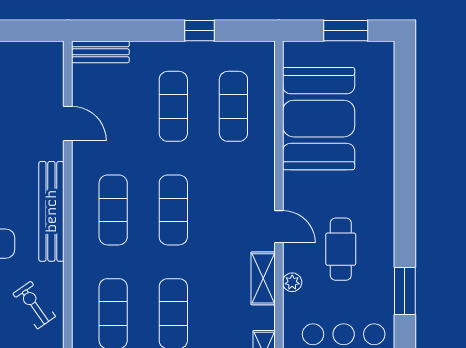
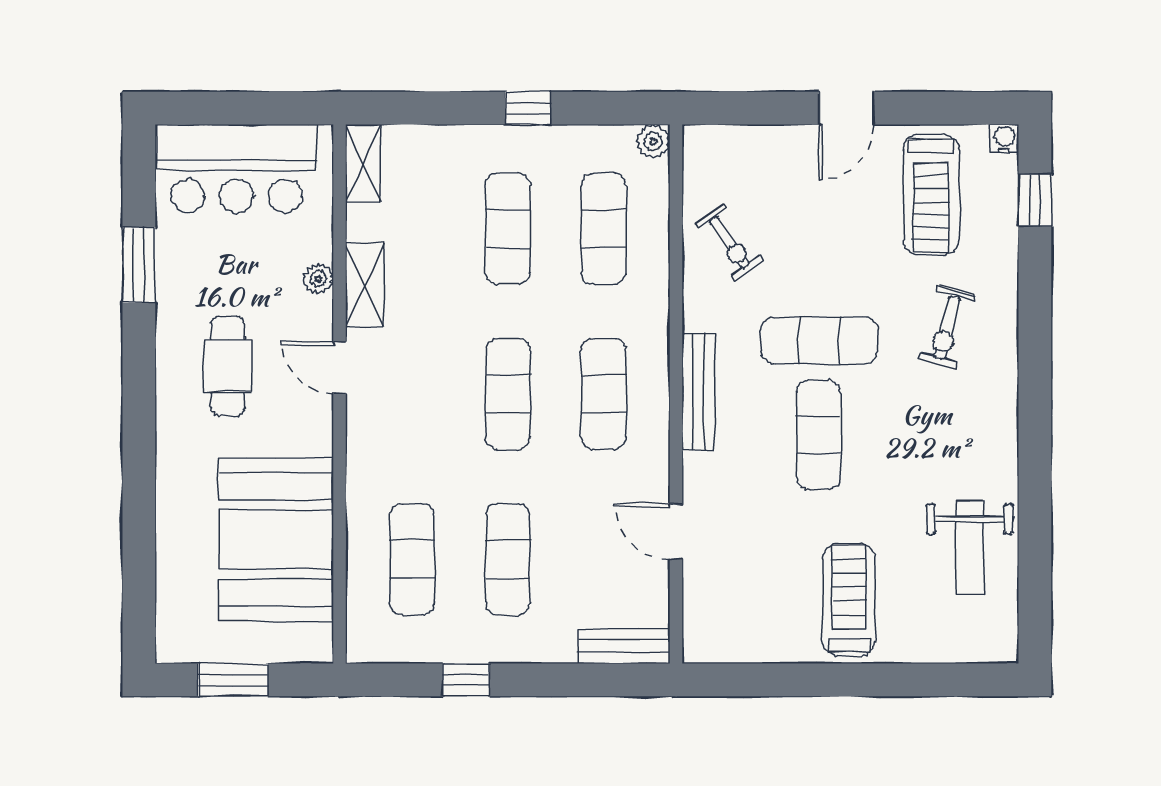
bench: (51, 211) -> (698, 392), width x0.73, depth x0.82
cafe table: (341, 249) -> (228, 366), moved

